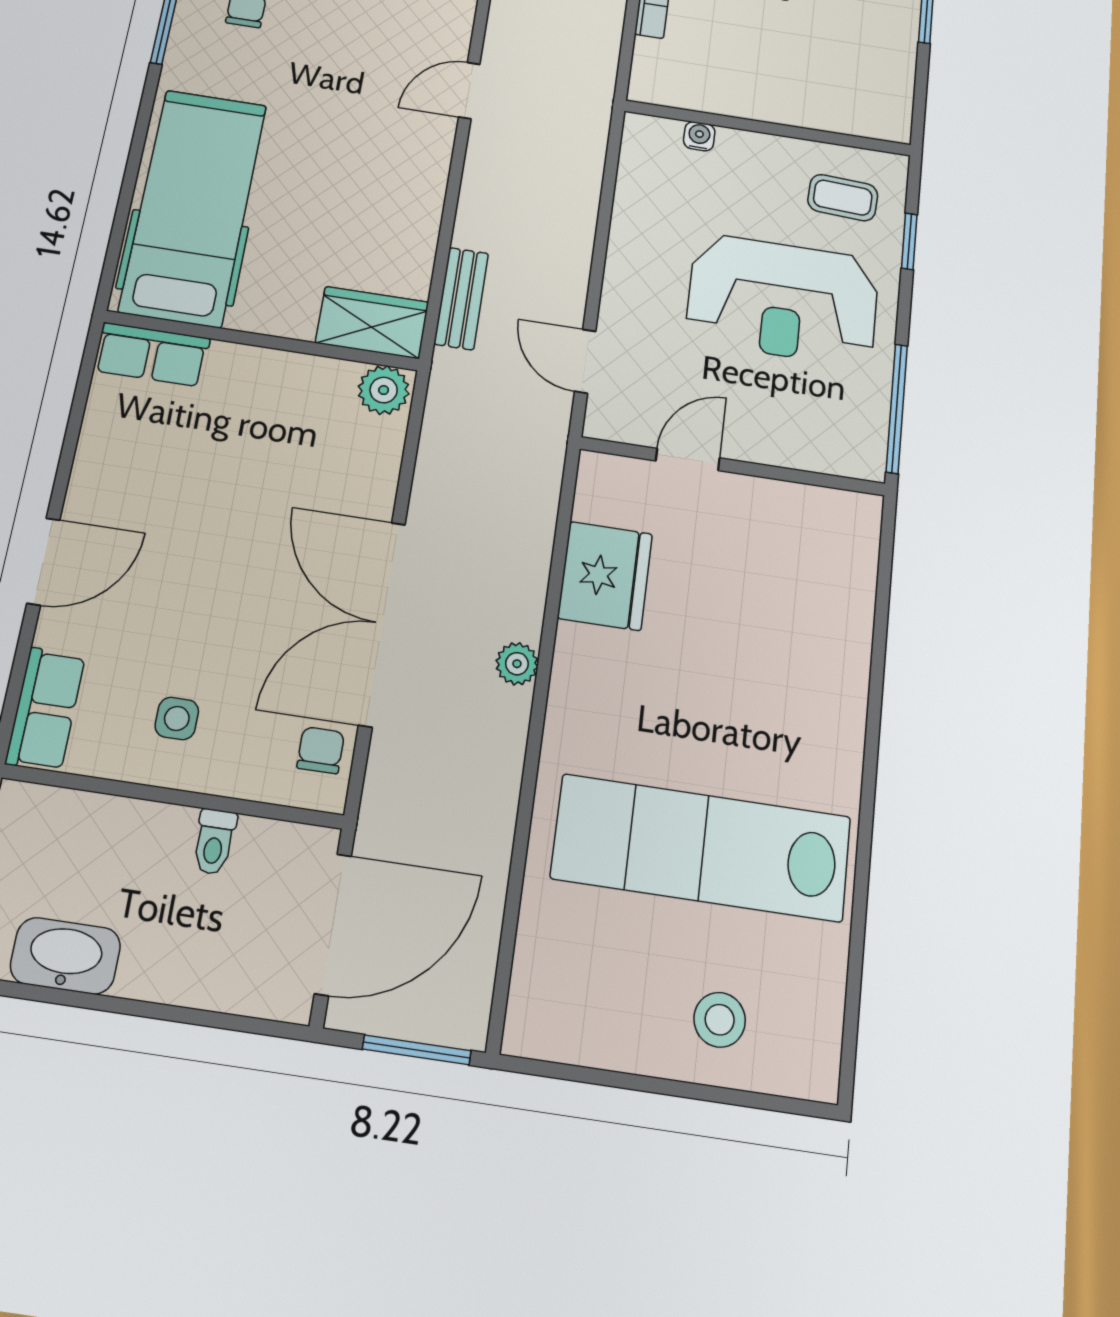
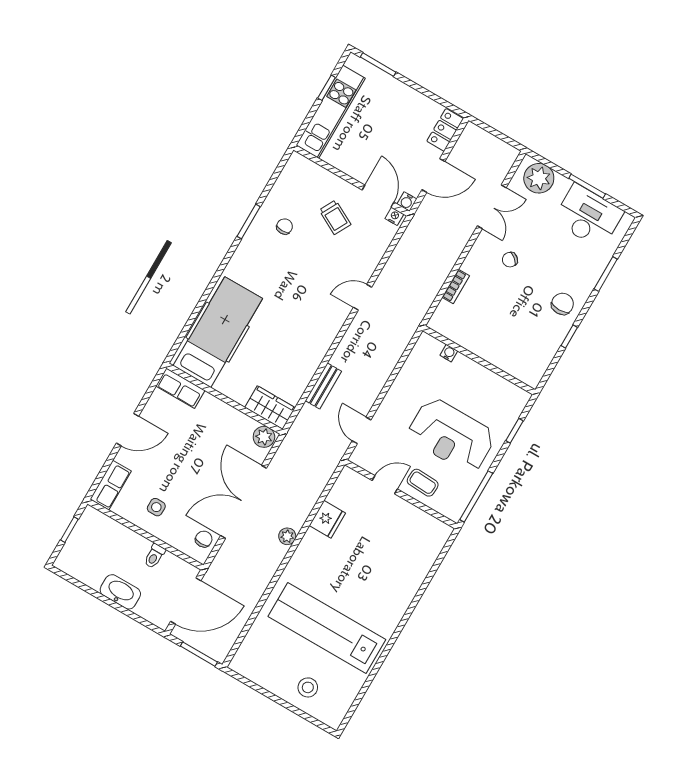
coffee table: (843, 198) -> (423, 483), moved
hospital bed: (193, 207) -> (218, 332), moved
wardrobe: (372, 322) -> (270, 408), moved
wall: (262, 341) -> (224, 399), moved
row of seats: (152, 355) -> (180, 388), moved
plant: (384, 390) -> (264, 437), moved
fridge: (605, 576) -> (327, 519), width x0.73, depth x0.75
washbasin: (65, 956) -> (120, 592), moved

